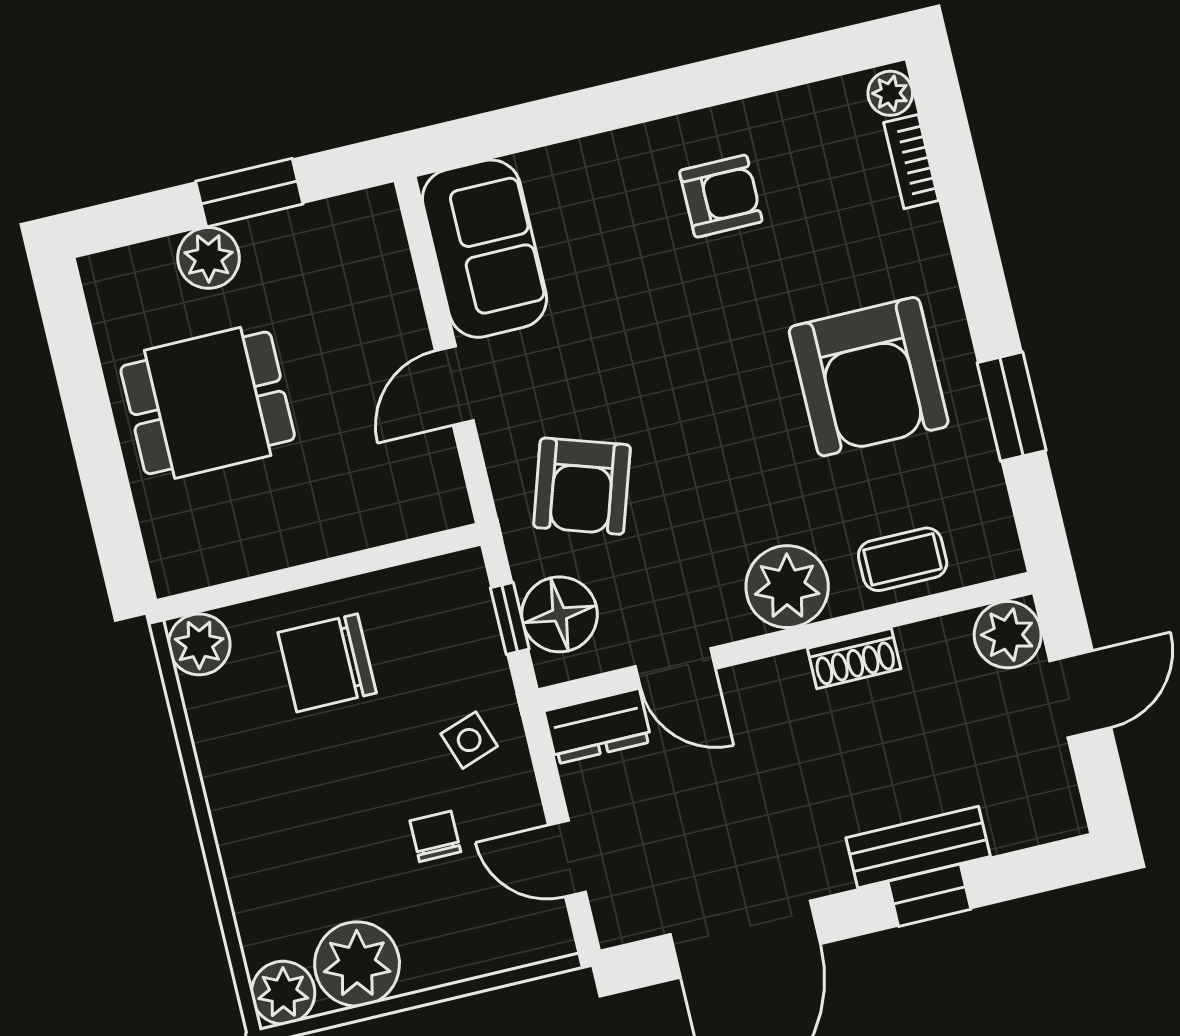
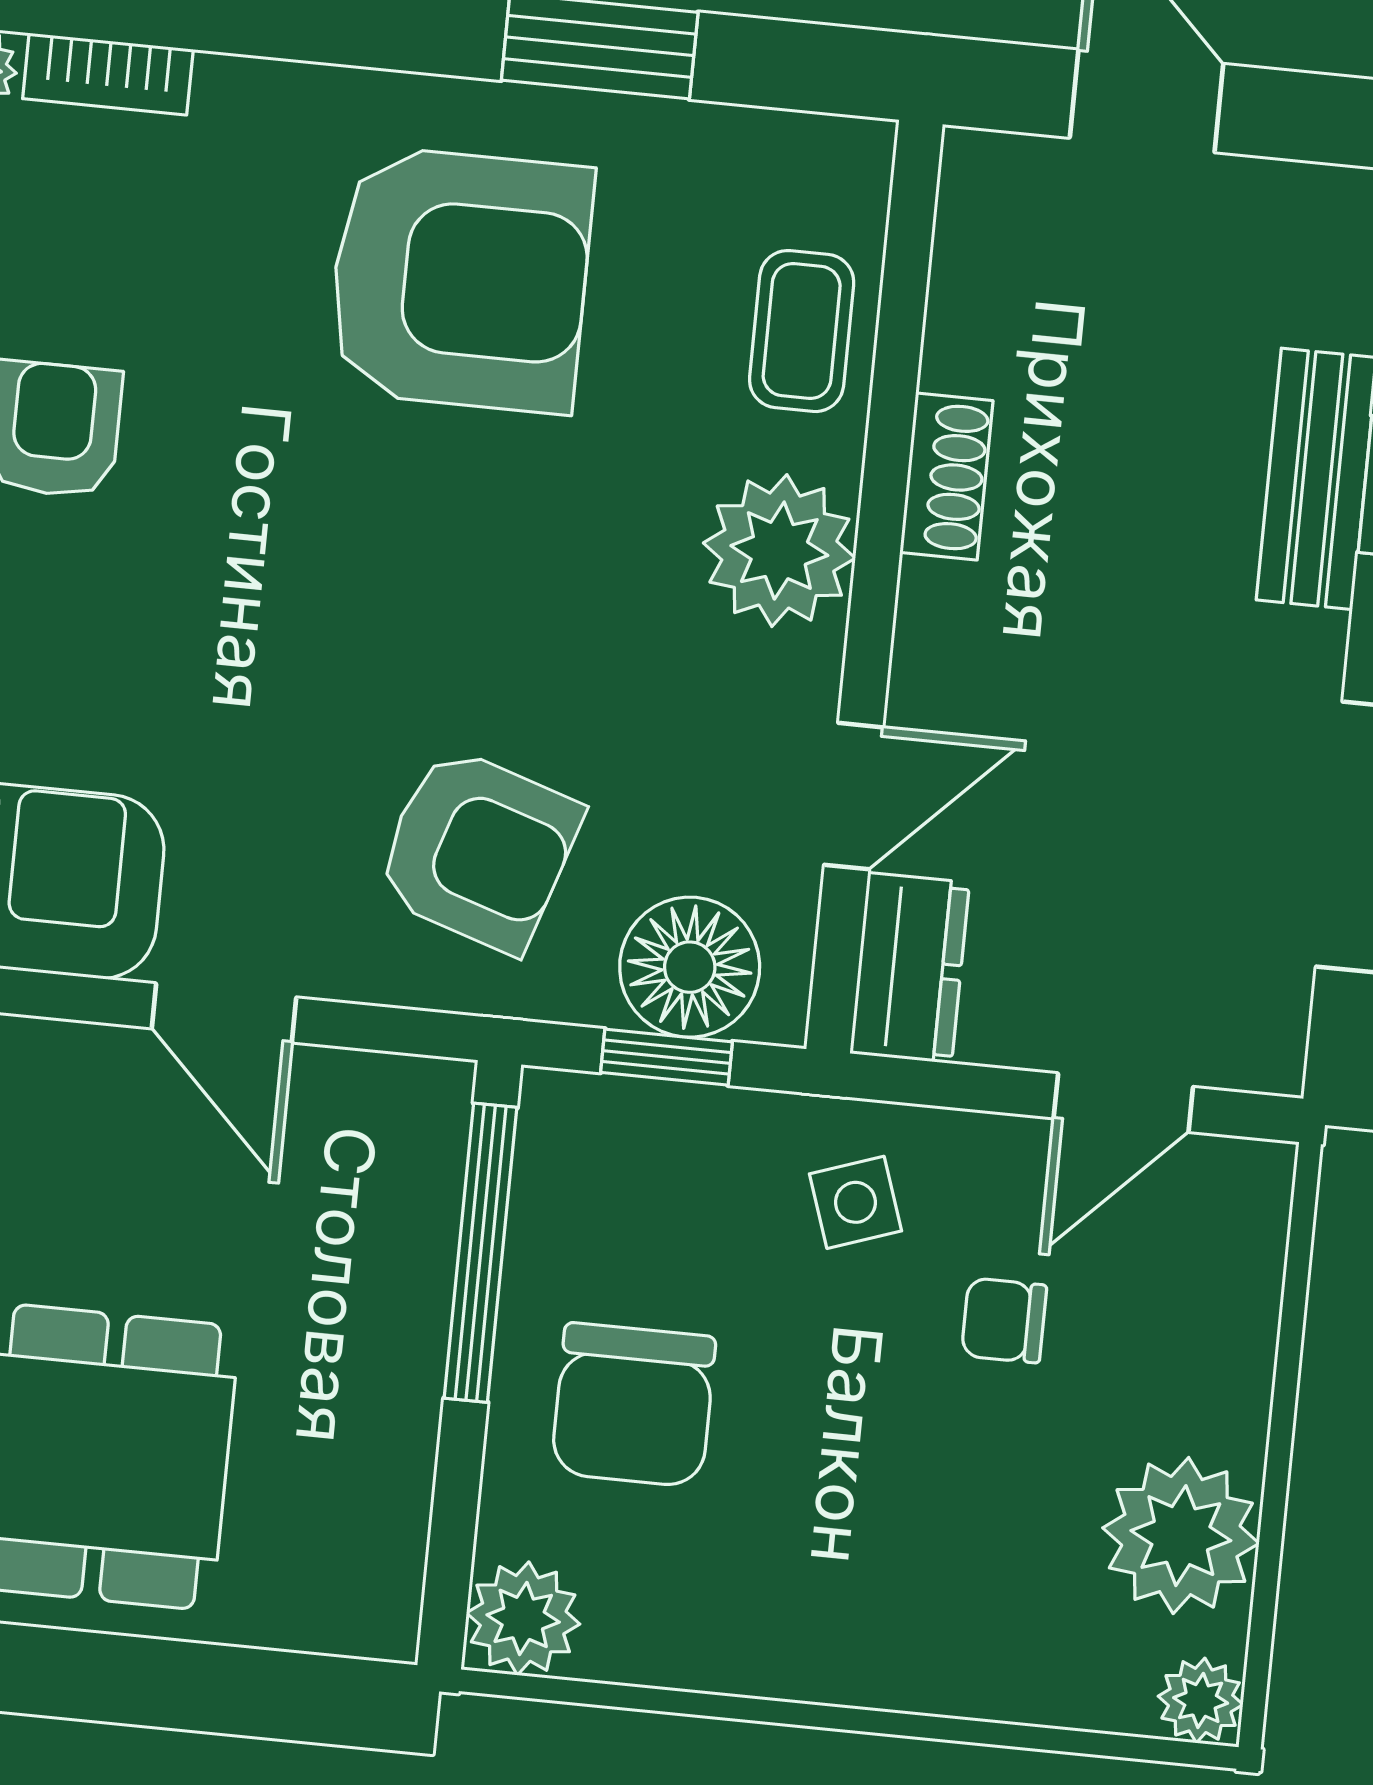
window: (378, 558) -> (481, 1253), added
plant: (1008, 635) -> (998, 192), removed
plant: (283, 993) -> (1201, 1700), width x0.73, depth x0.73

